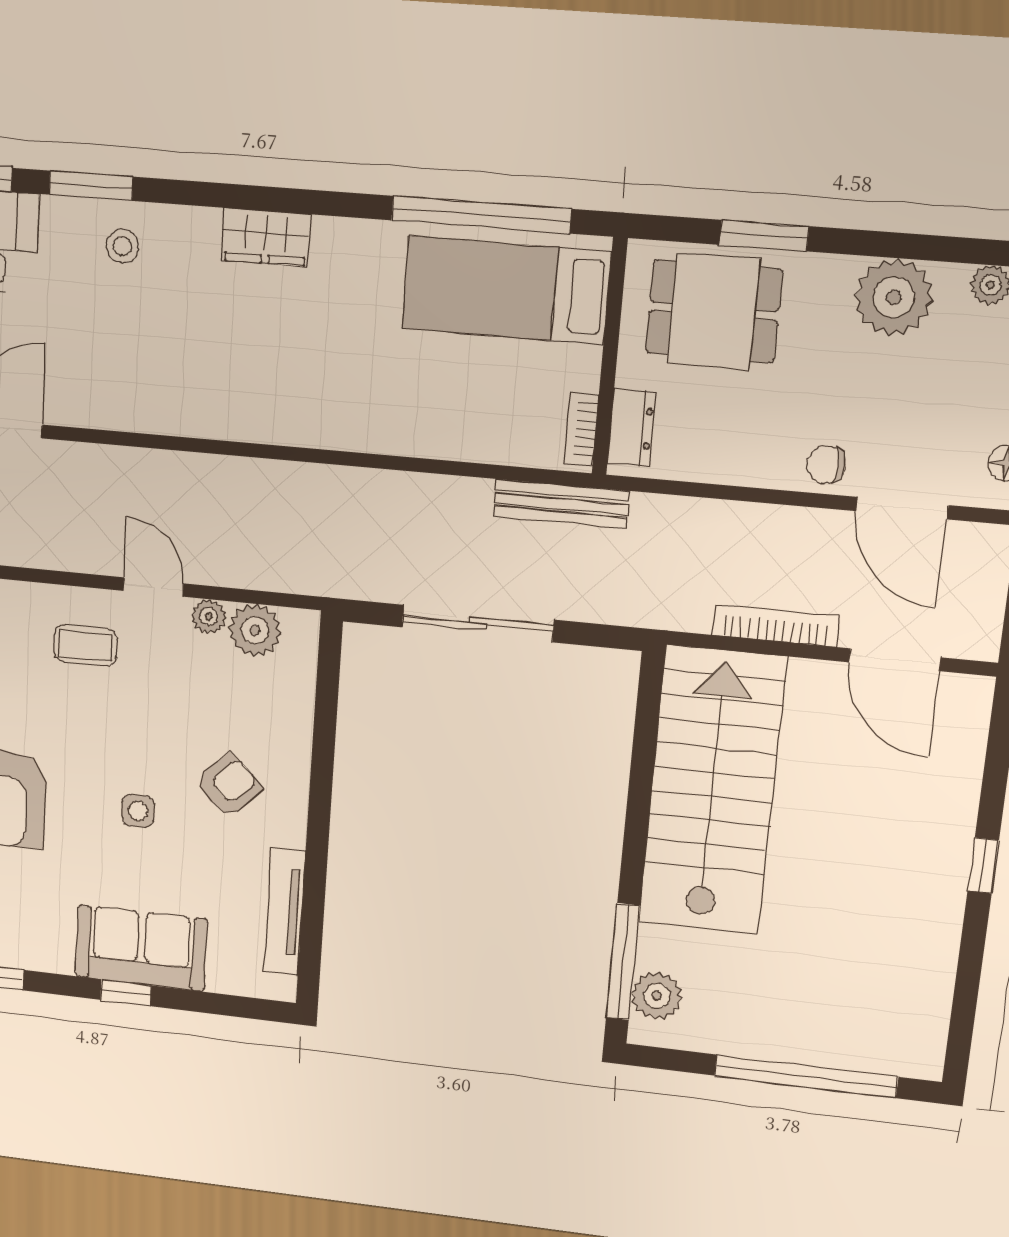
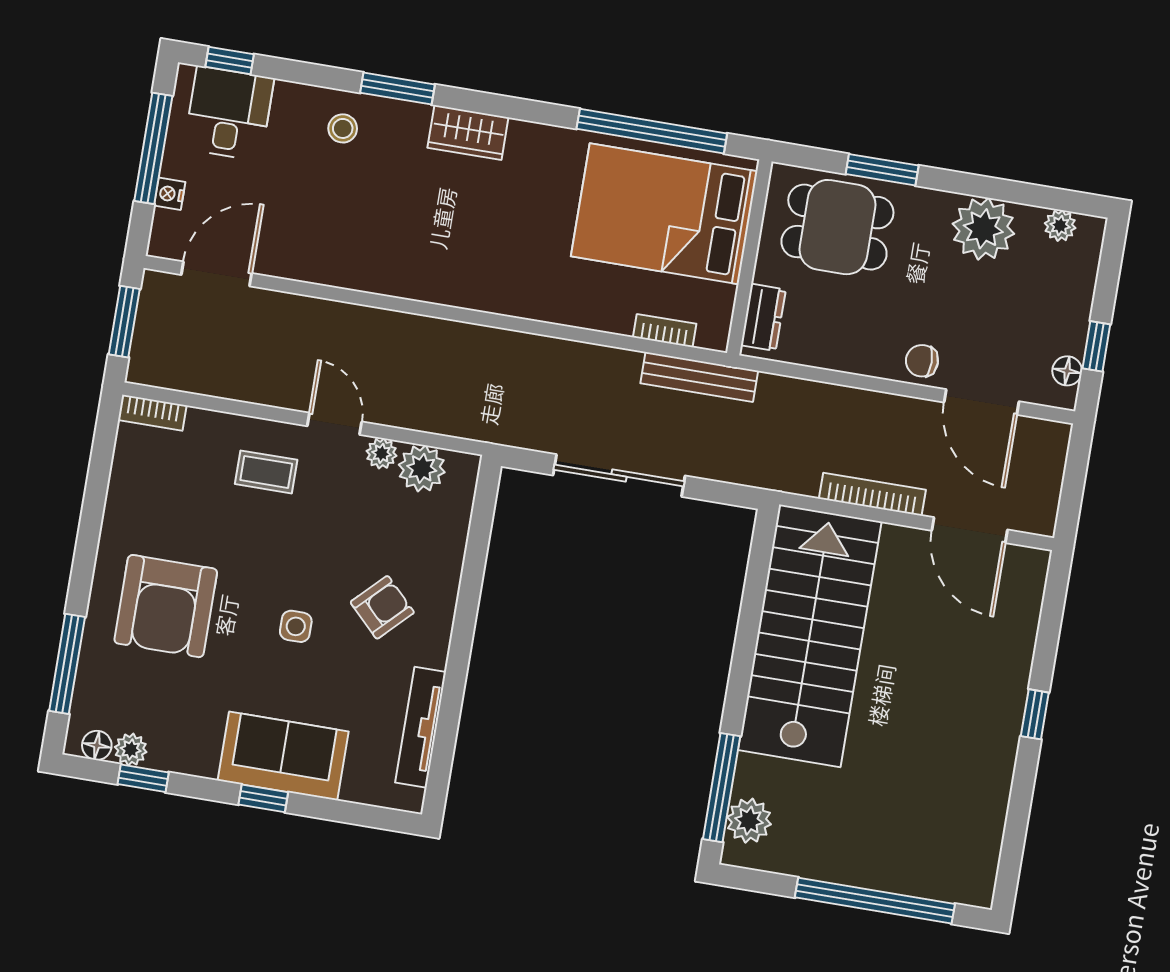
window: (91, 186) -> (397, 89), moved
bed: (506, 290) -> (664, 214), width x1.50
bookcase: (582, 429) -> (665, 331), moved, turned 90

